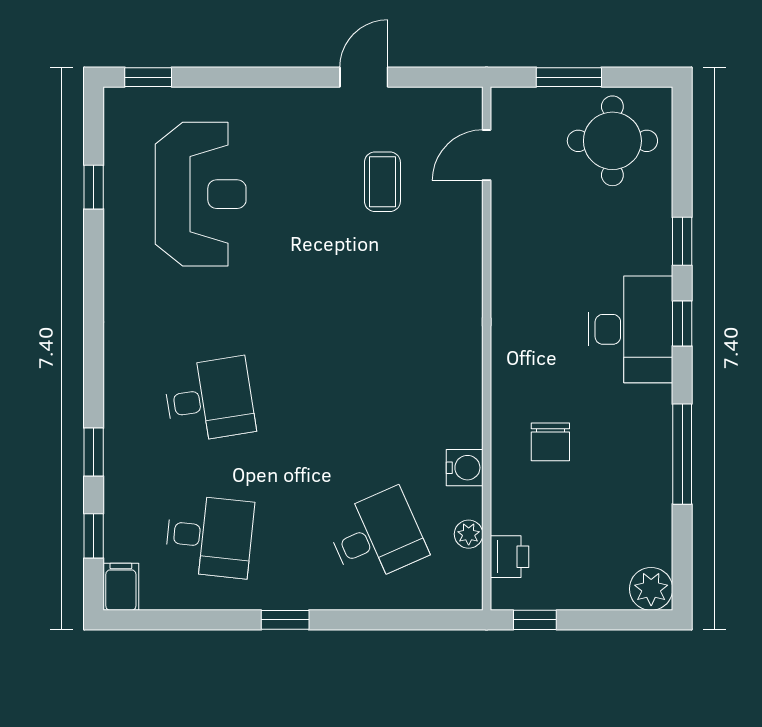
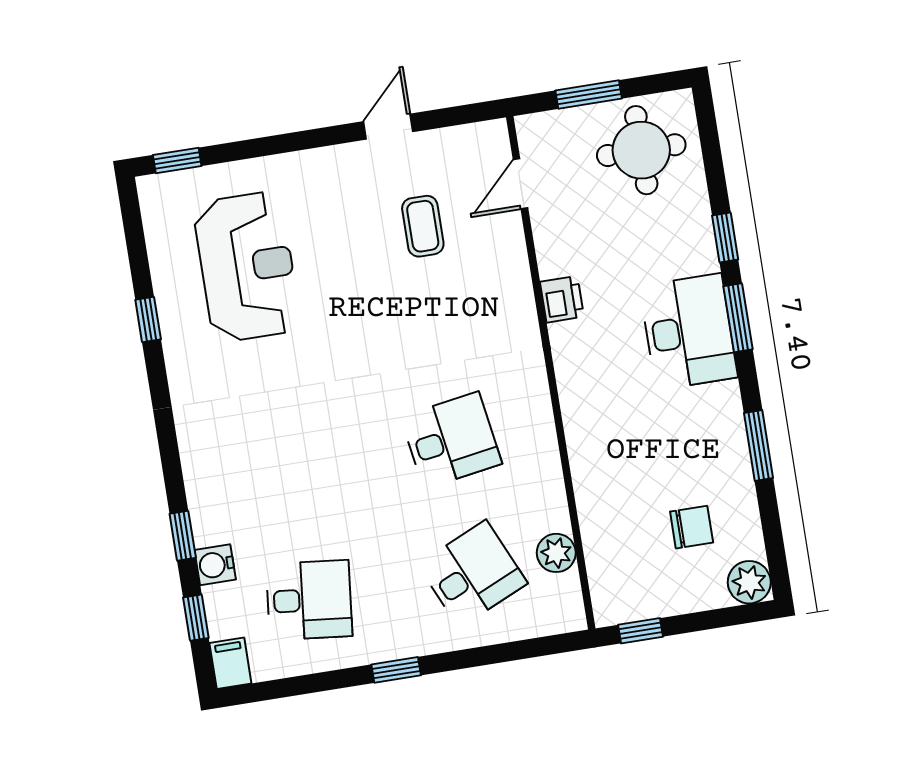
window: (94, 187) -> (148, 320), moved
window: (682, 323) -> (738, 318), width x1.50
desk: (209, 400) -> (451, 440), moved
chair: (550, 442) -> (692, 527), moved, turned -90
window: (682, 454) -> (758, 446), width x0.69
water cooler: (465, 468) -> (215, 565), moved, turned 180
plant: (469, 534) -> (556, 553), width x1.38, depth x1.38
printer: (509, 557) -> (562, 299), moved

